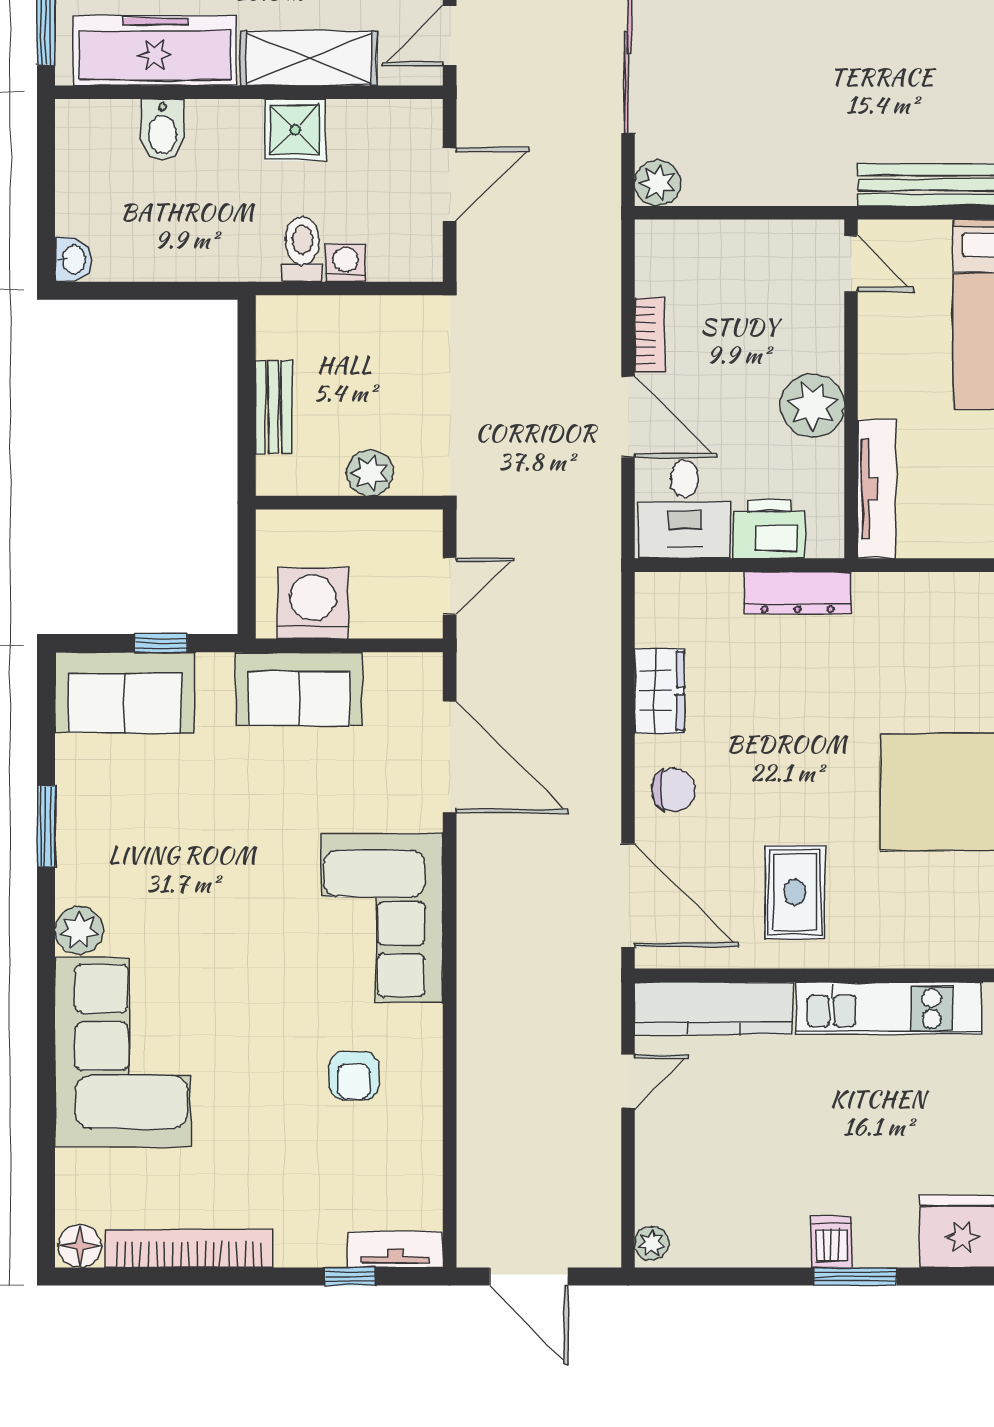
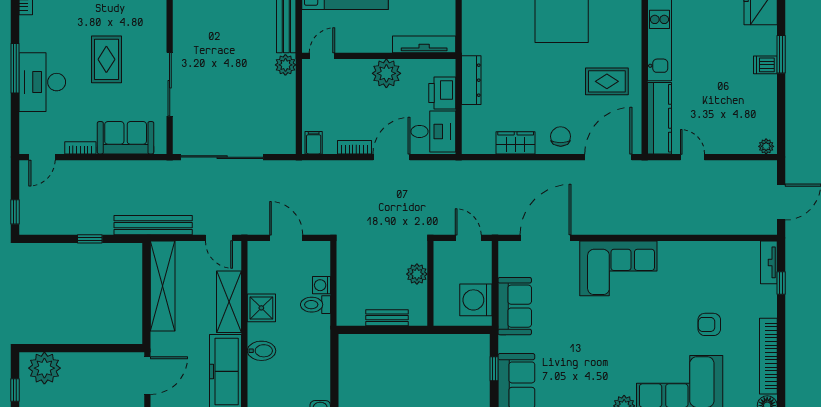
bidet: (162, 130) -> (262, 351), moved
plant: (658, 183) -> (285, 65), moved
filing cabinet: (660, 245) -> (314, 143), added
armchair: (354, 1076) -> (709, 324), moved, turned 180

